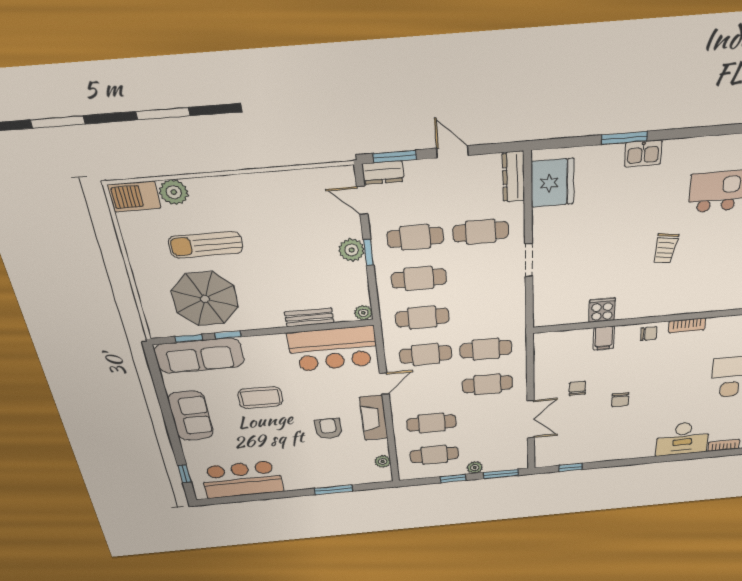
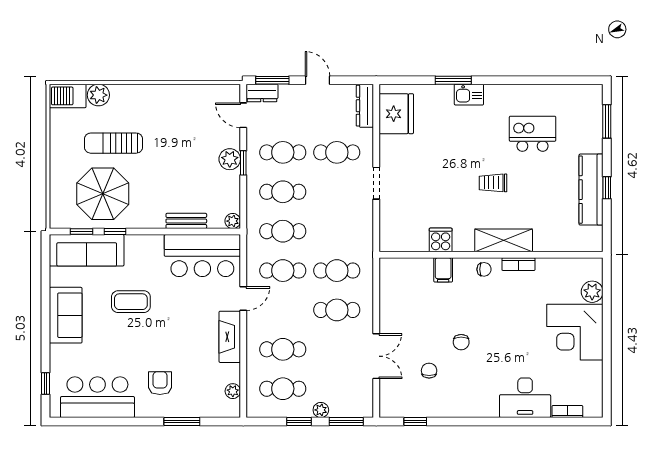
trolley: (665, 248) -> (493, 183), turned 82
shelving: (673, 304) -> (504, 240), added
chair: (577, 388) -> (429, 371), moved
armchair: (328, 429) -> (160, 383), moved

